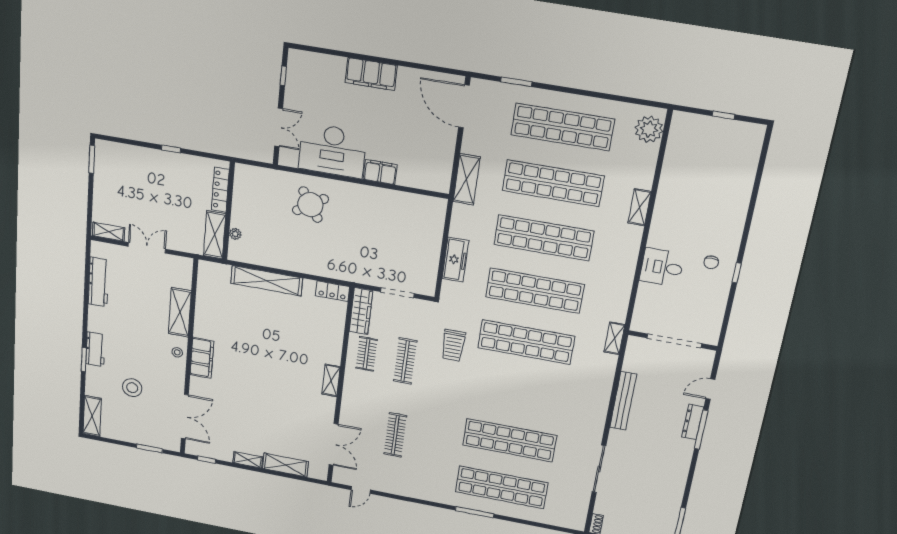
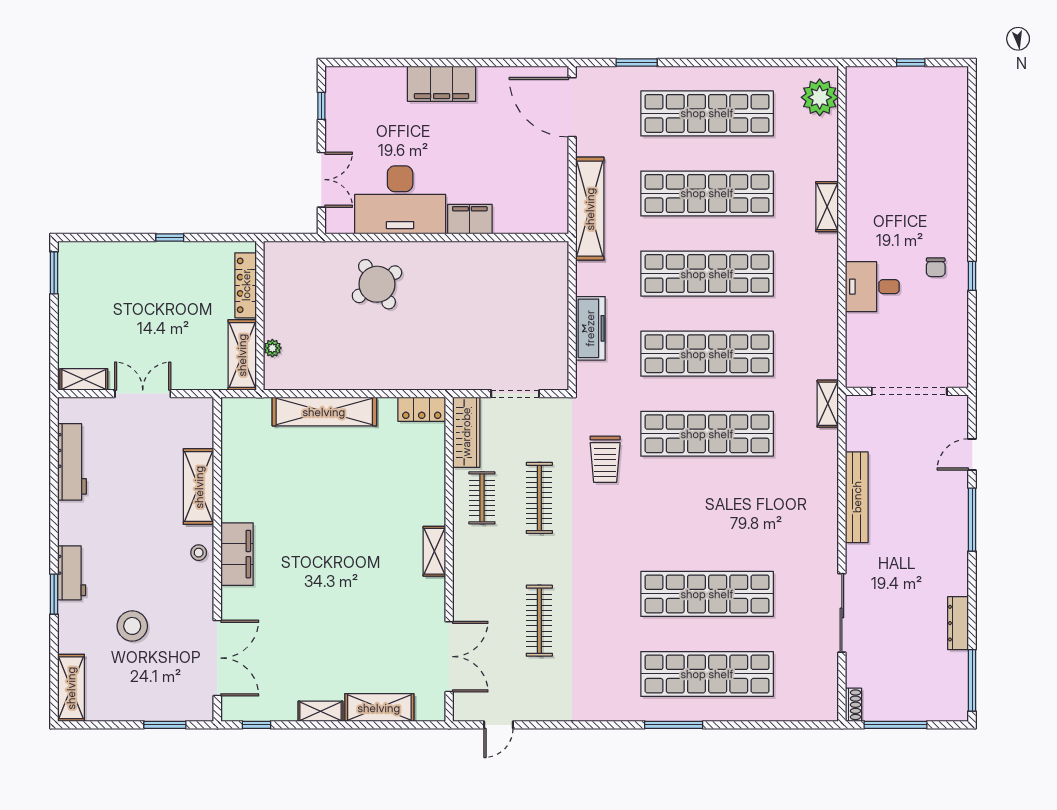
shelving: (467, 179) -> (590, 209), width x1.47
dresser: (693, 422) -> (958, 623), moved

